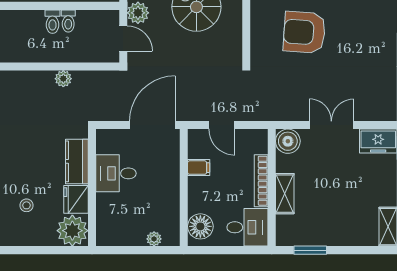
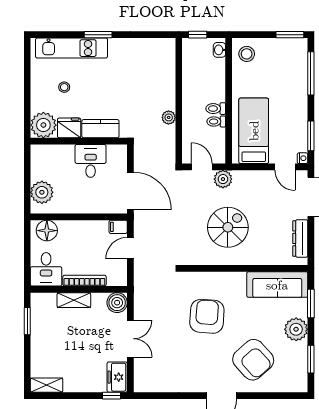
door: (123, 38) -> (202, 167), swing flipped
filing cabinet: (199, 168) -> (118, 227), moved, turned 90
plant: (154, 239) -> (42, 192), width x1.88, depth x1.88

